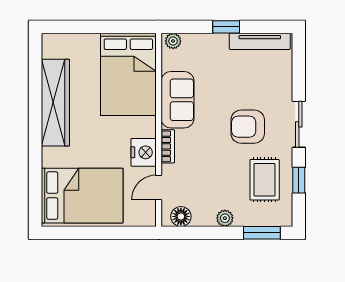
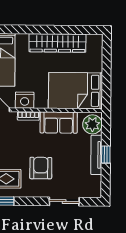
plant: (173, 41) -> (92, 124), width x1.87, depth x1.87
tv unit: (260, 41) -> (96, 155), moved
sliding door: (299, 124) -> (64, 202), moved

